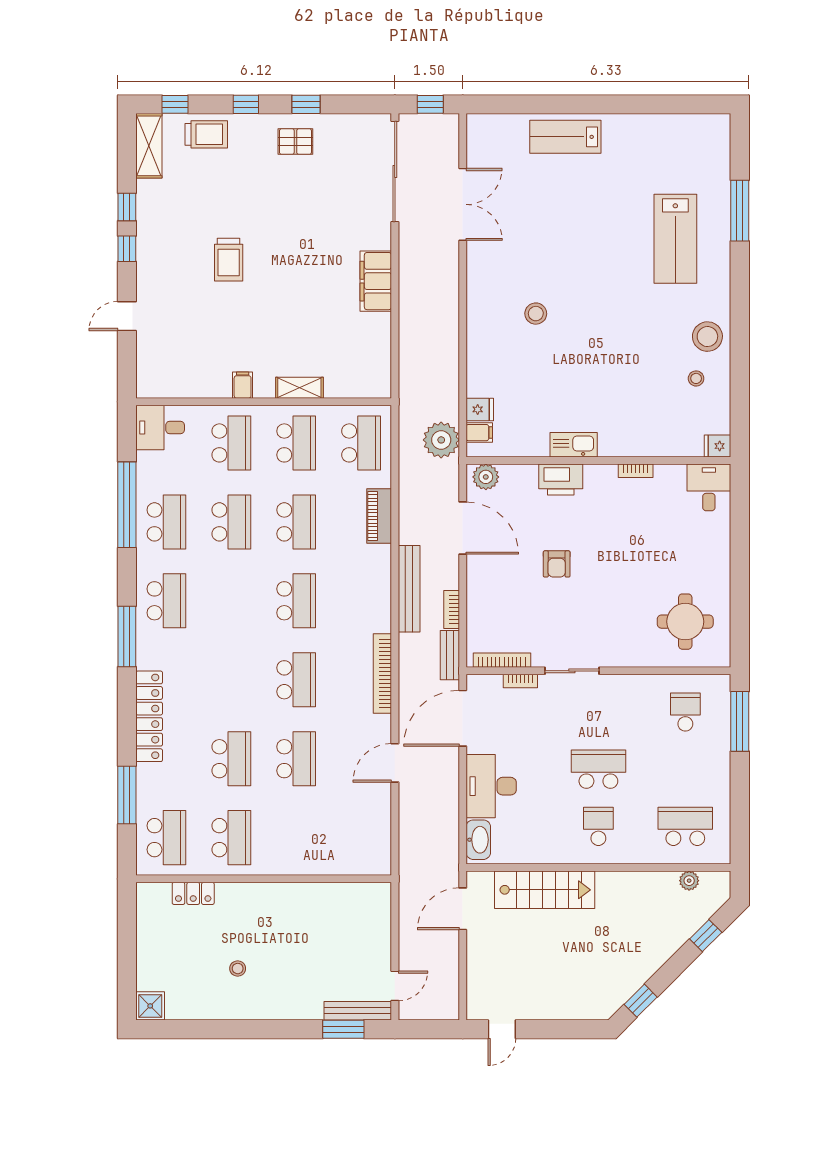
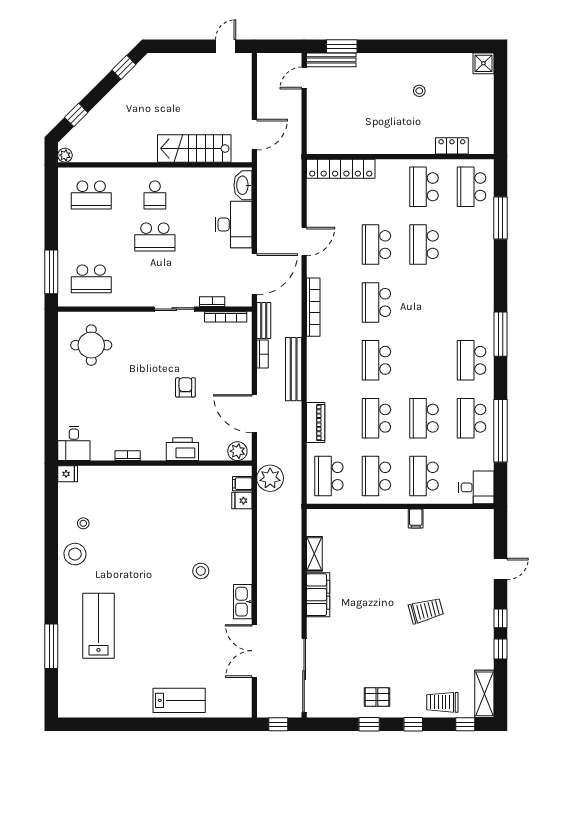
trolley: (229, 260) -> (426, 611), turned 75
shelving: (299, 388) -> (314, 554), moved, turned 90
kitchen sink: (574, 445) -> (243, 602), moved, turned 90
school desk: (685, 712) -> (91, 279), width x1.85
locker: (149, 716) -> (341, 169), moved, turned -90
plant: (689, 881) -> (65, 155), moved

